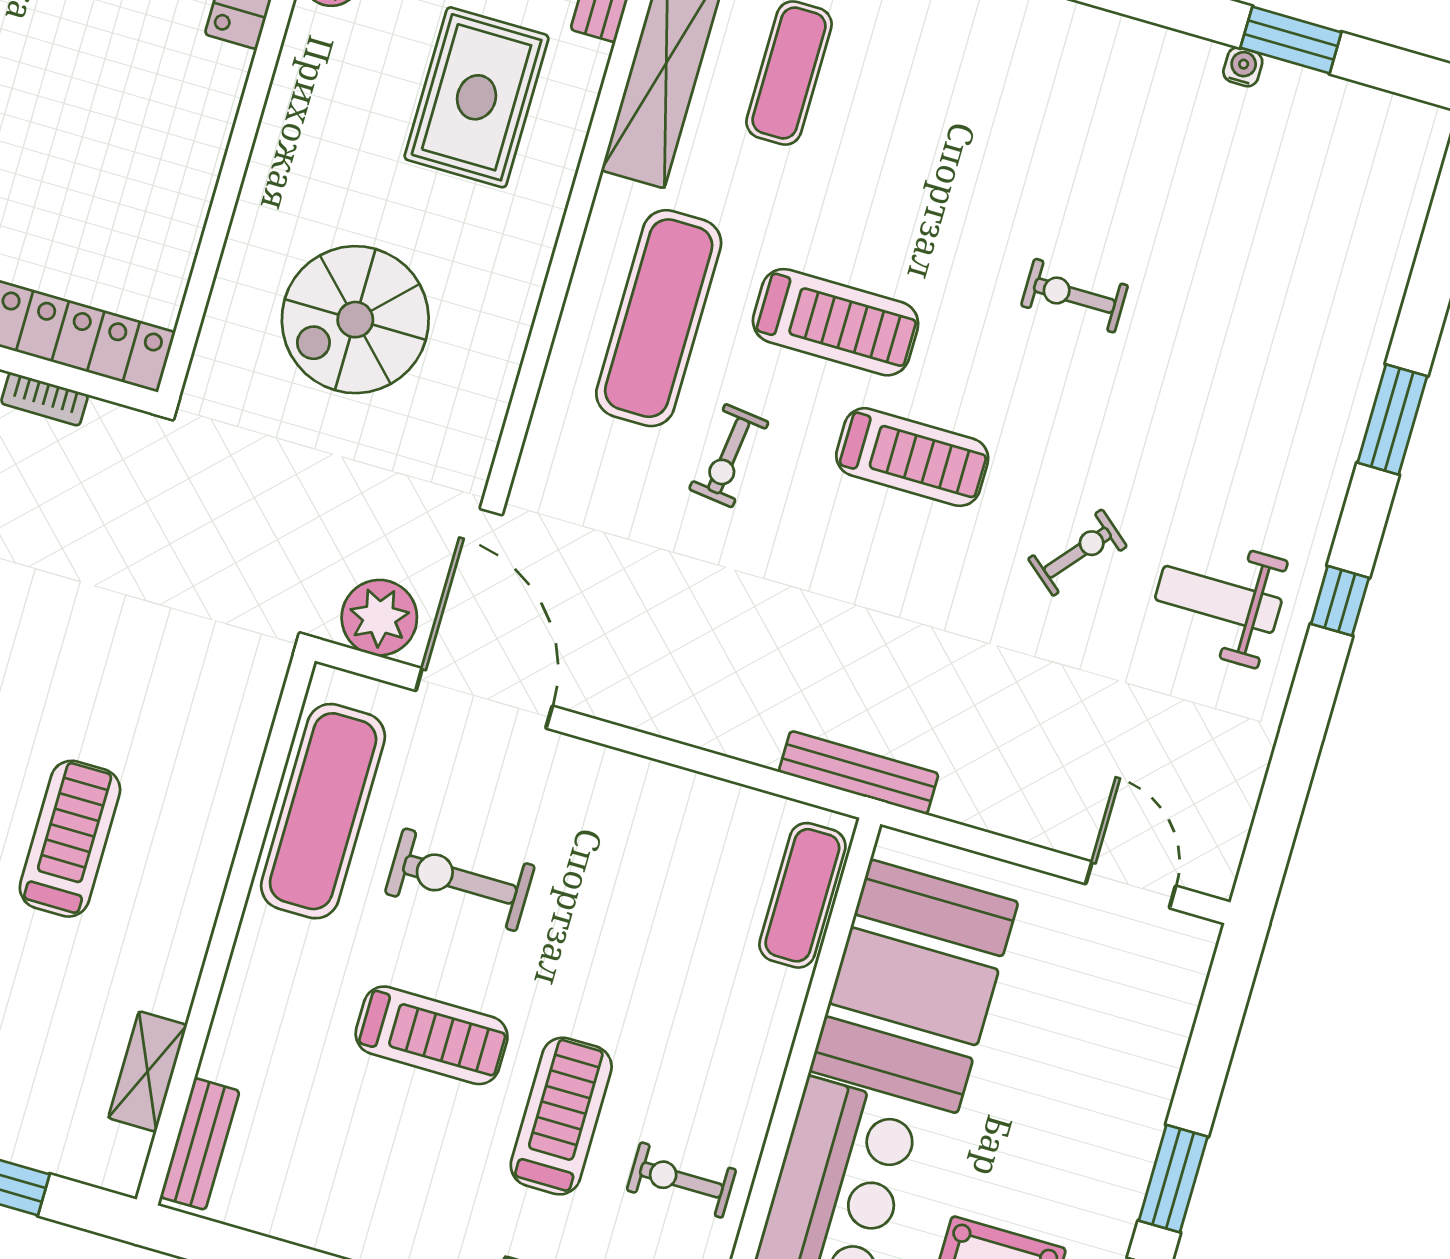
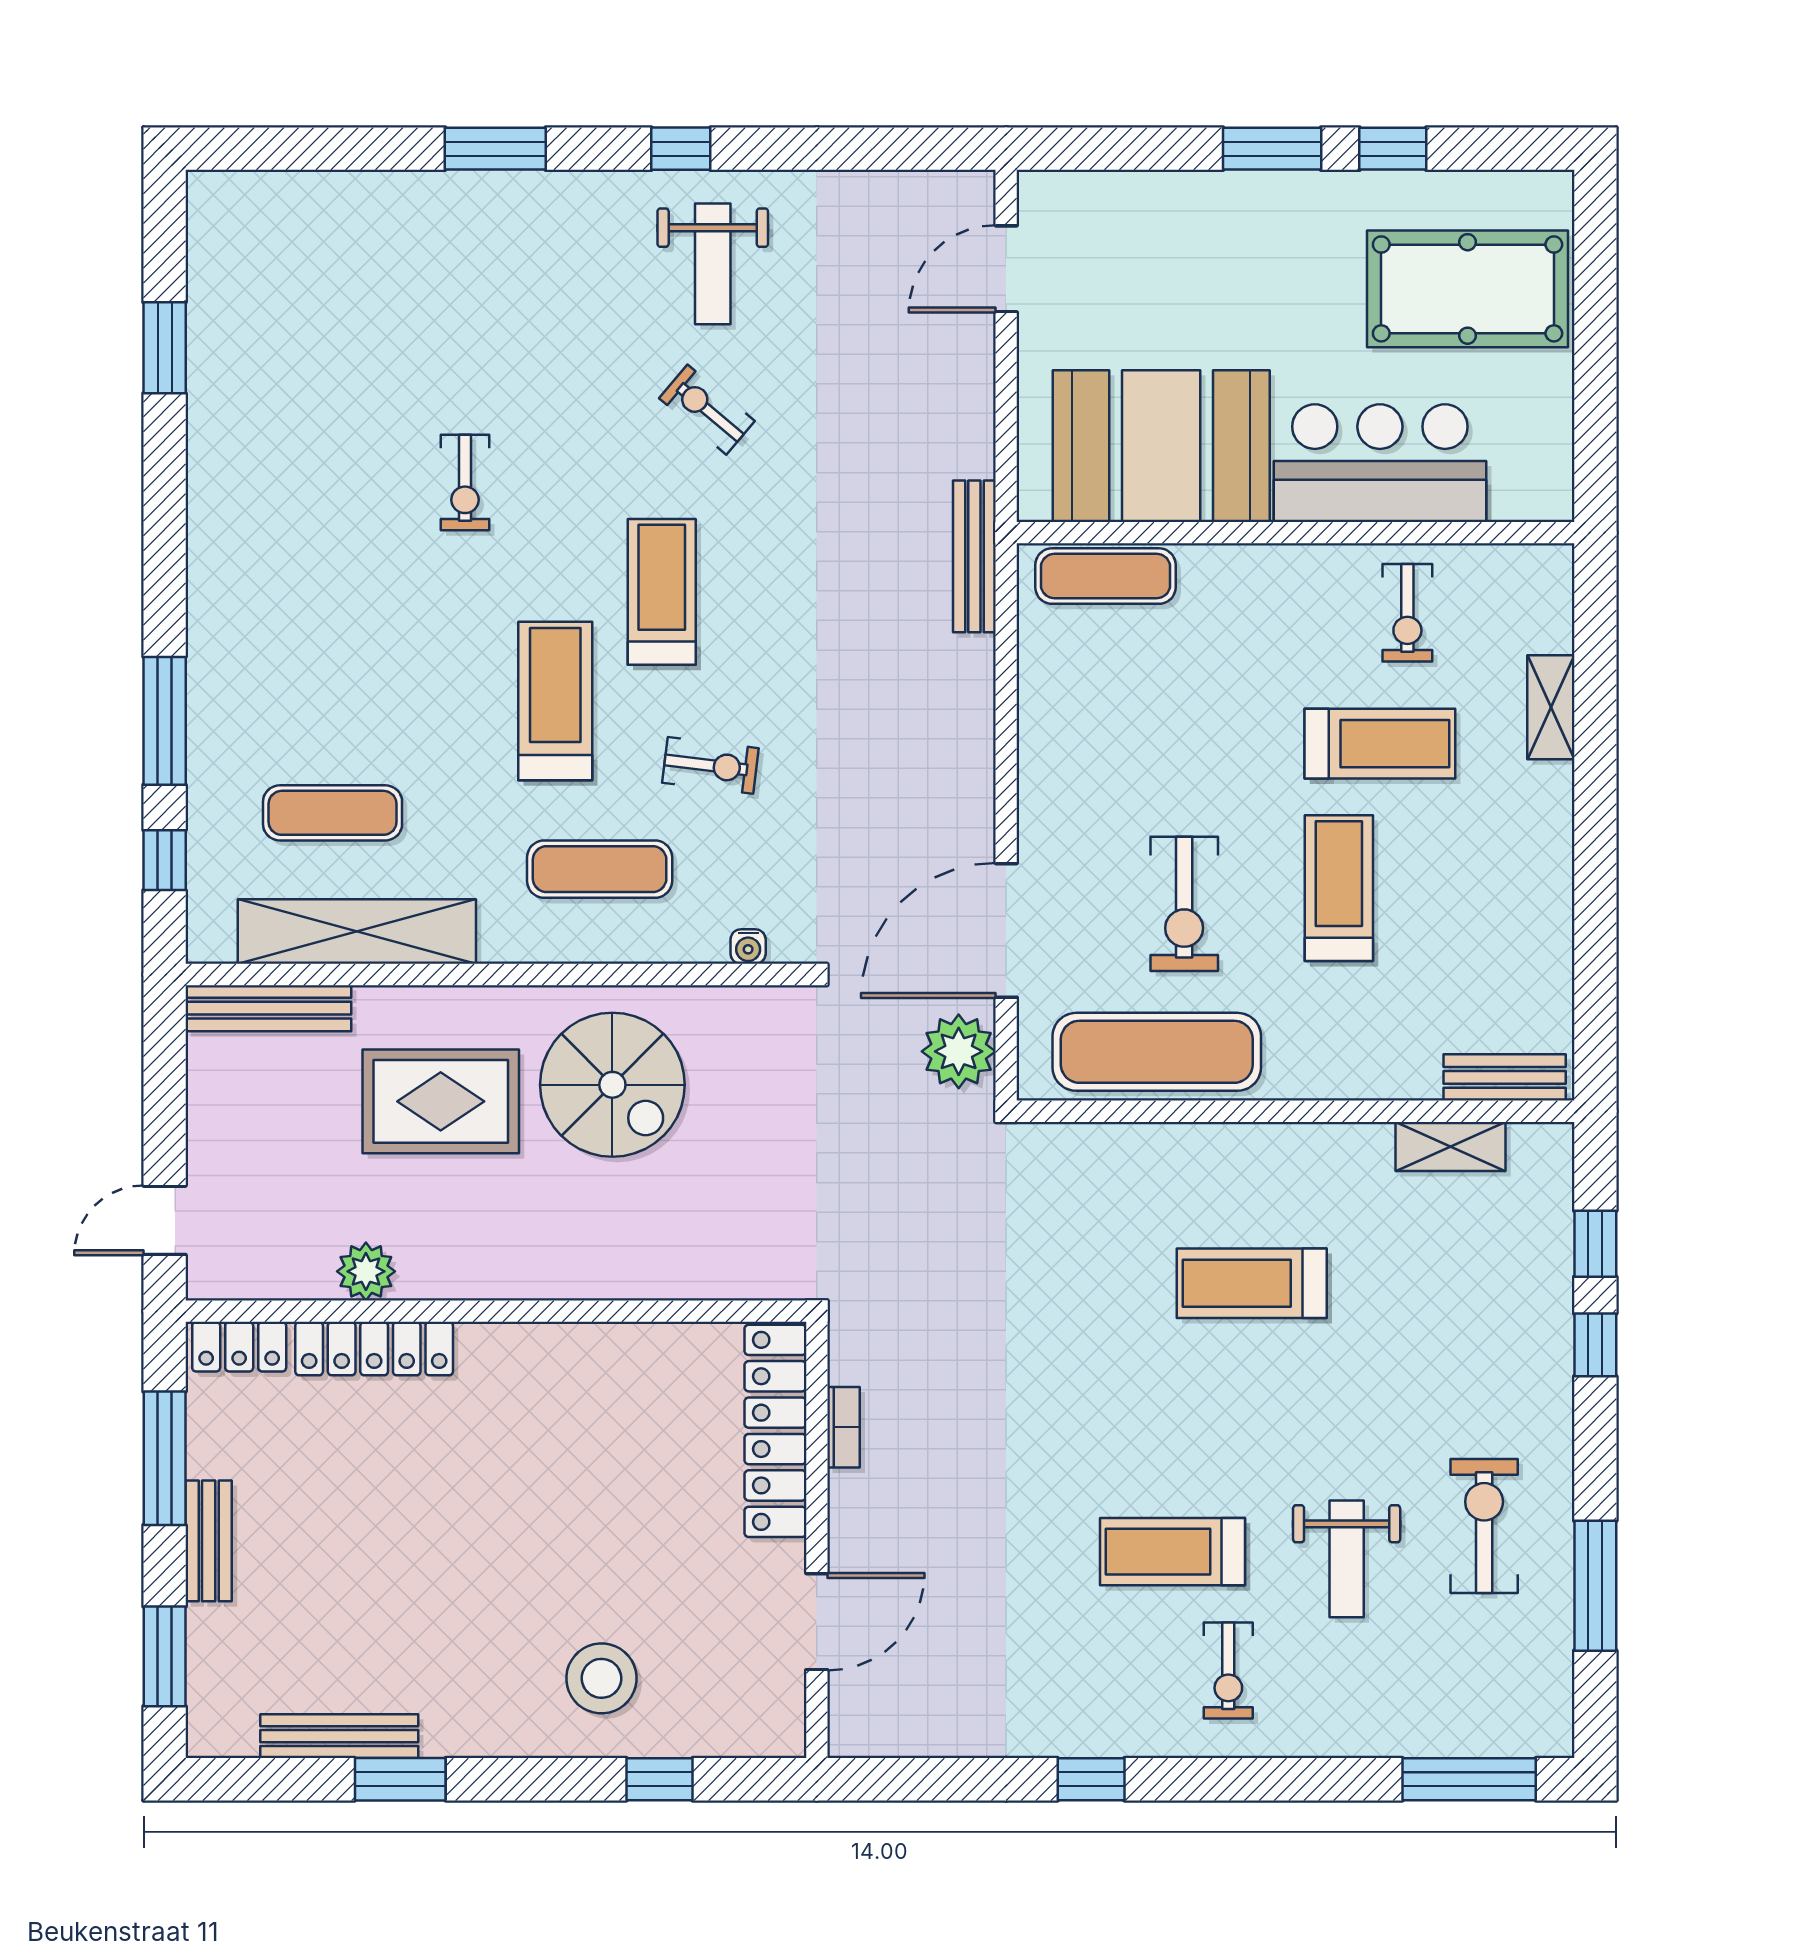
water cooler: (1243, 67) -> (748, 947), moved, turned -90
exercise mat: (659, 318) -> (600, 869), width x0.73, depth x0.69
spiral stairs: (355, 320) -> (612, 1085), moved
treadmill: (561, 1116) -> (1380, 744), turned 180

